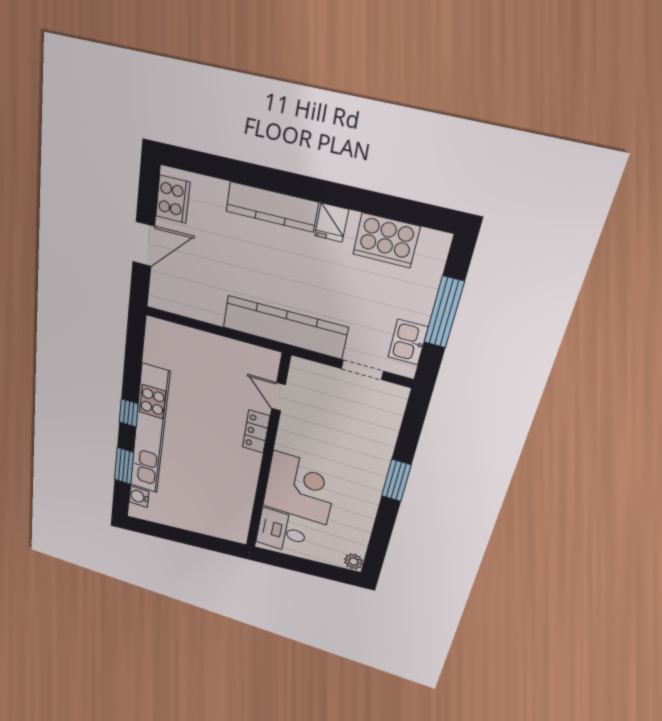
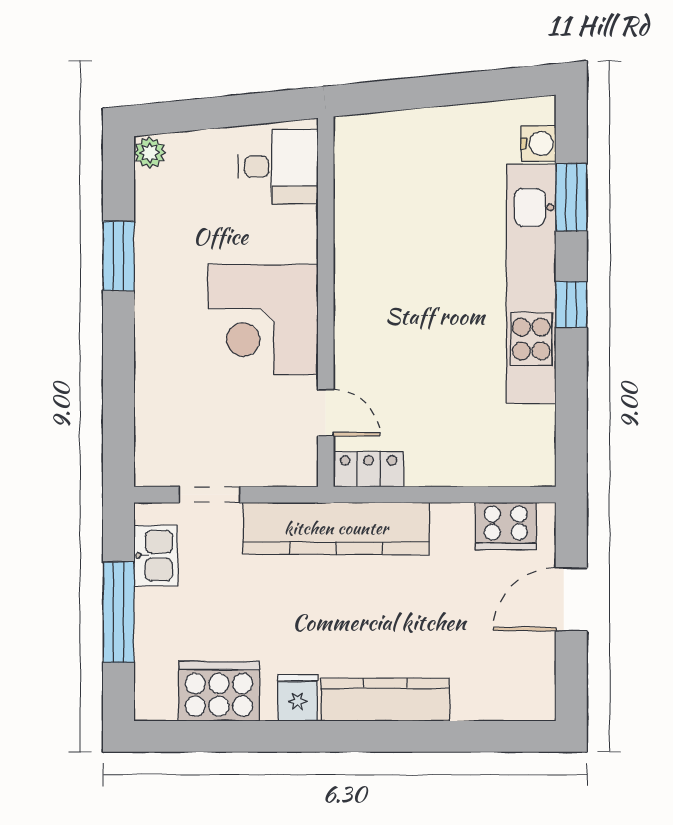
cooker: (173, 199) -> (506, 526), moved, turned -90
locker: (256, 431) -> (369, 469), moved, turned -90
window: (396, 481) -> (119, 256), moved
corner desk: (300, 488) -> (263, 320), moved

